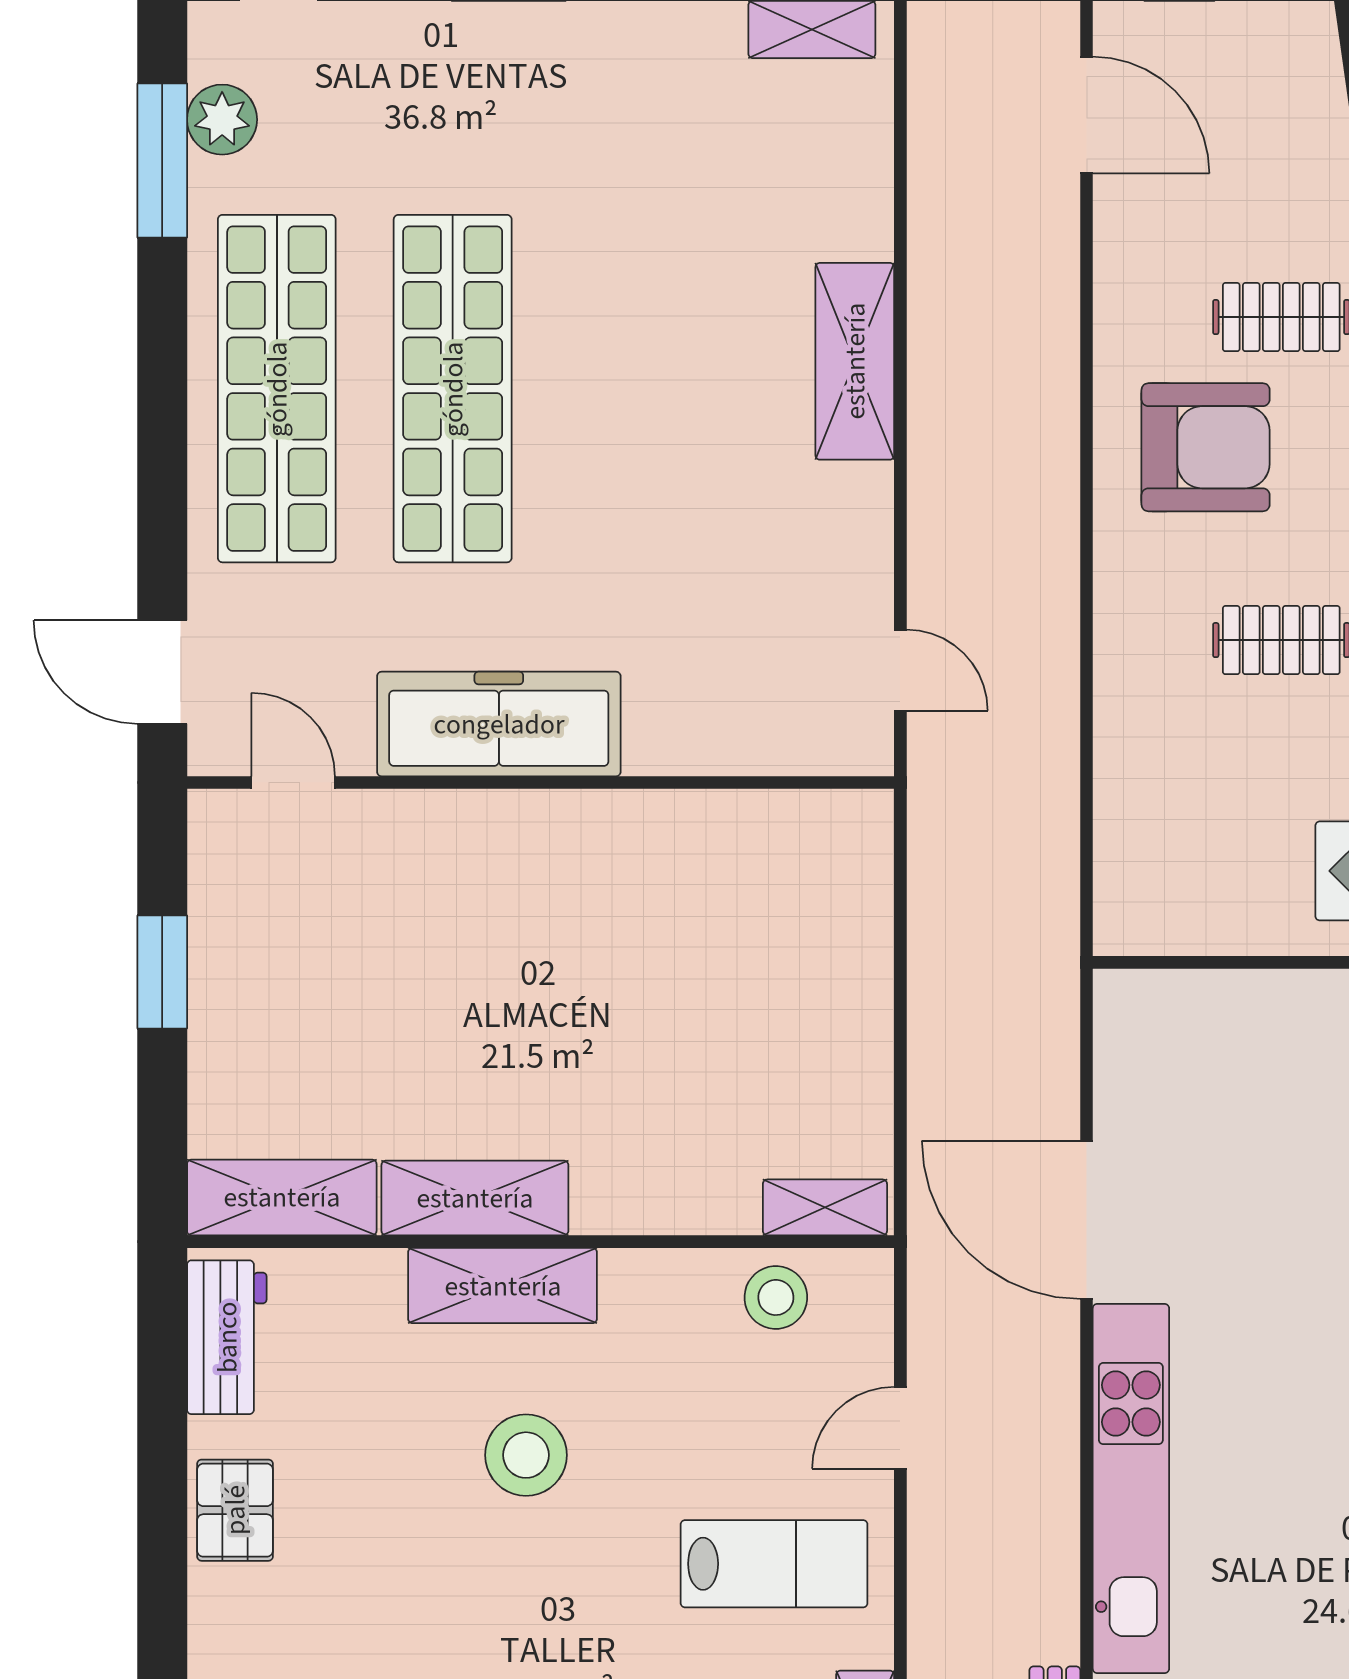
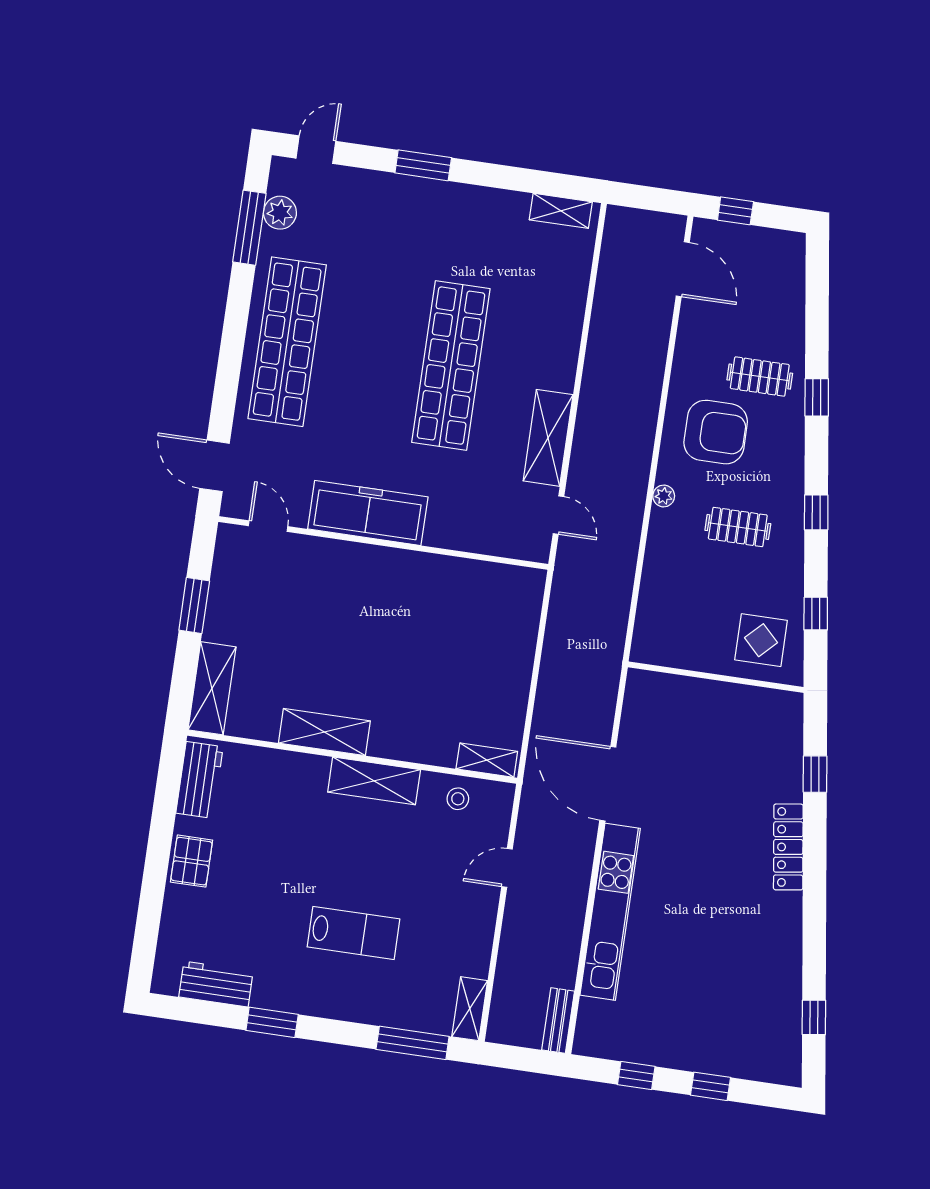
shelving: (855, 361) -> (548, 438), moved
shop shelf: (453, 389) -> (451, 366), moved
plant: (1116, 598) -> (664, 496), added
shelving: (282, 1197) -> (212, 688), moved, turned 90
shelving: (503, 1286) -> (374, 781), moved
stool: (776, 1297) -> (458, 799), width x0.73, depth x0.73
stool: (526, 1455) -> (331, 855), removed
lab bench: (774, 1564) -> (353, 933), moved

